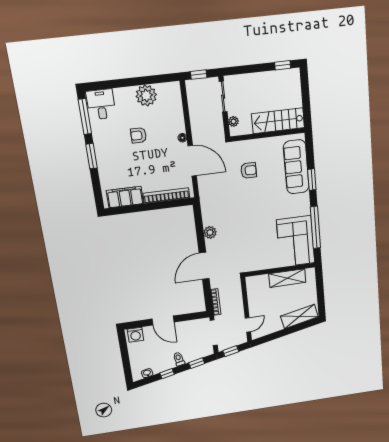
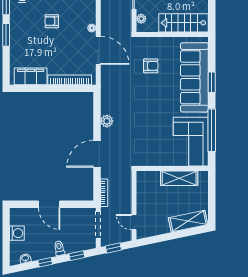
sofa: (296, 167) -> (194, 77), width x1.36, depth x1.27
door: (248, 325) -> (134, 222), swing flipped
washing machine: (135, 335) -> (17, 233), moved, turned -90

